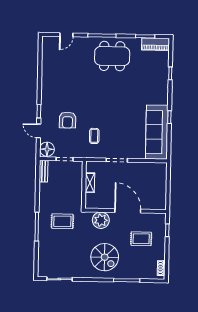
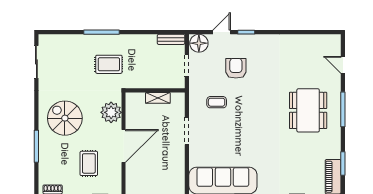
dining table: (112, 56) -> (308, 110), moved
armchair: (68, 120) -> (236, 68), turned 90
rug: (62, 221) -> (109, 64), turned 90
spiral stairs: (105, 257) -> (65, 118), turned 90

